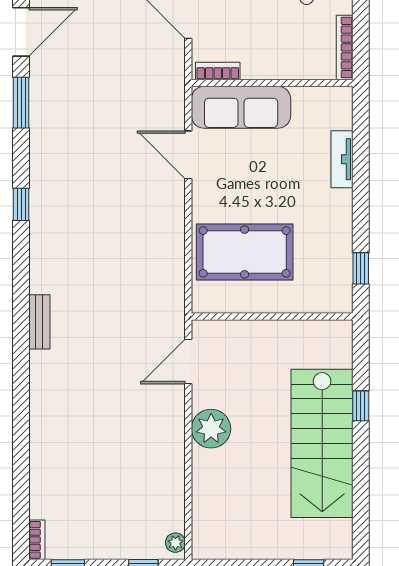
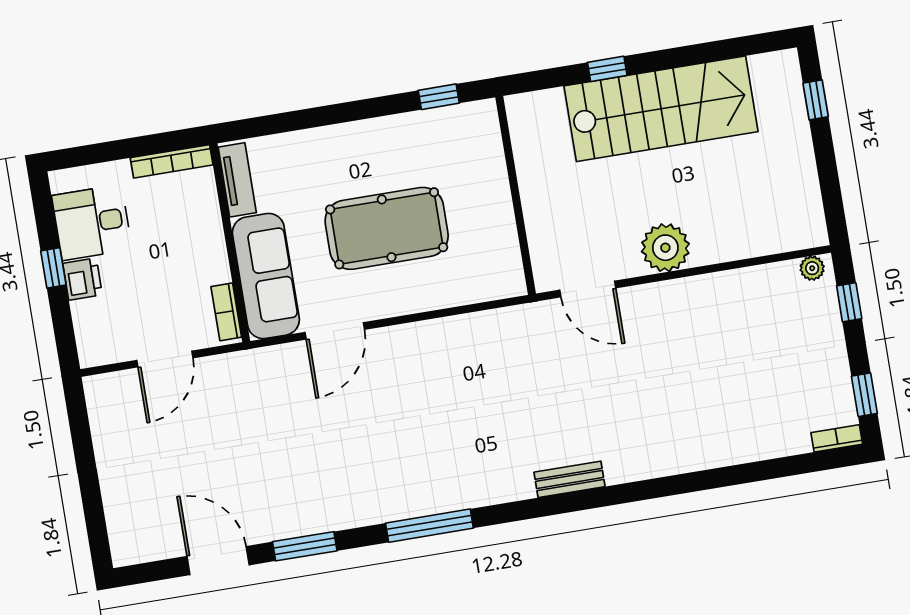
tv unit: (342, 159) -> (237, 180), moved, turned -90
window: (21, 204) -> (429, 526), width x2.17
pool table: (245, 252) -> (387, 228), moved, turned 90

